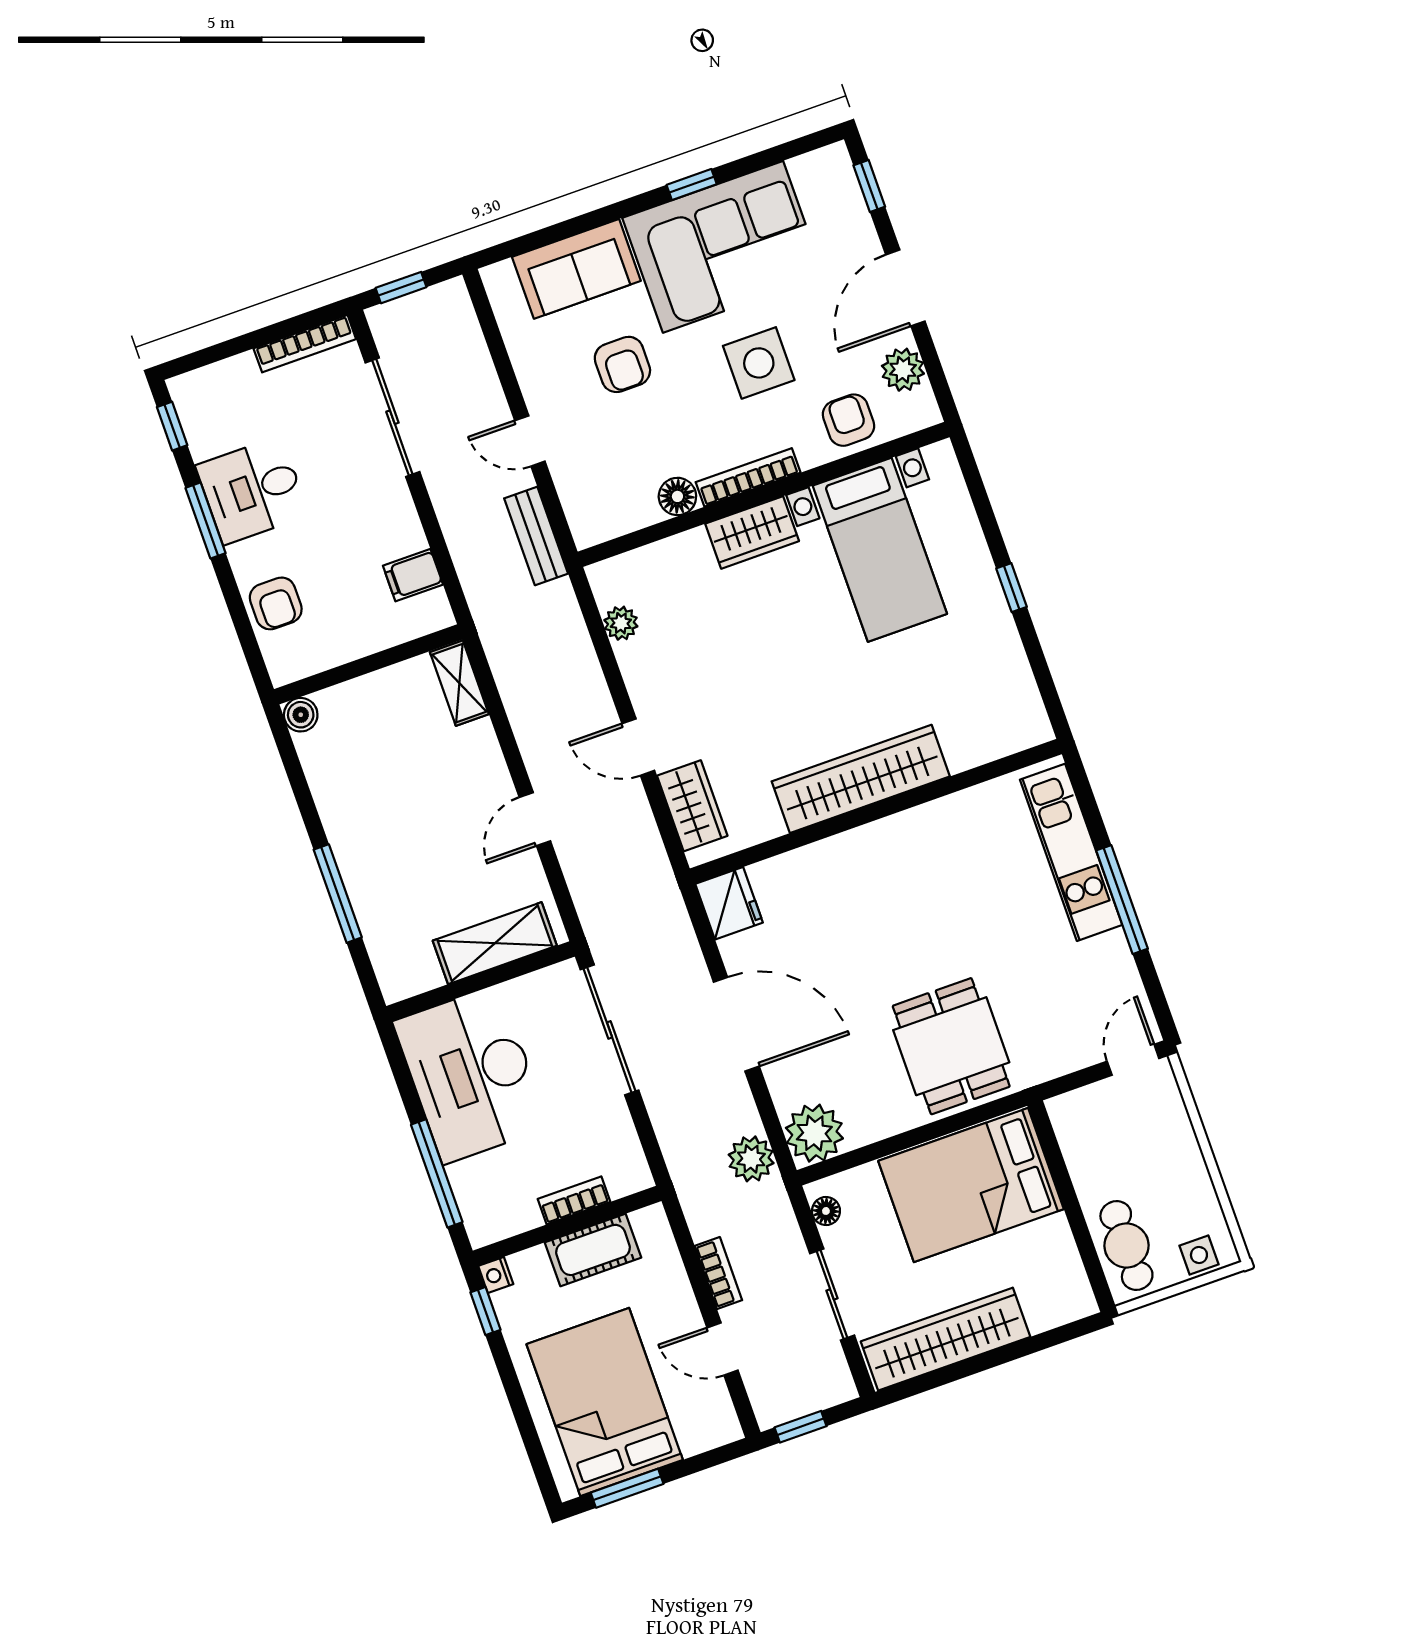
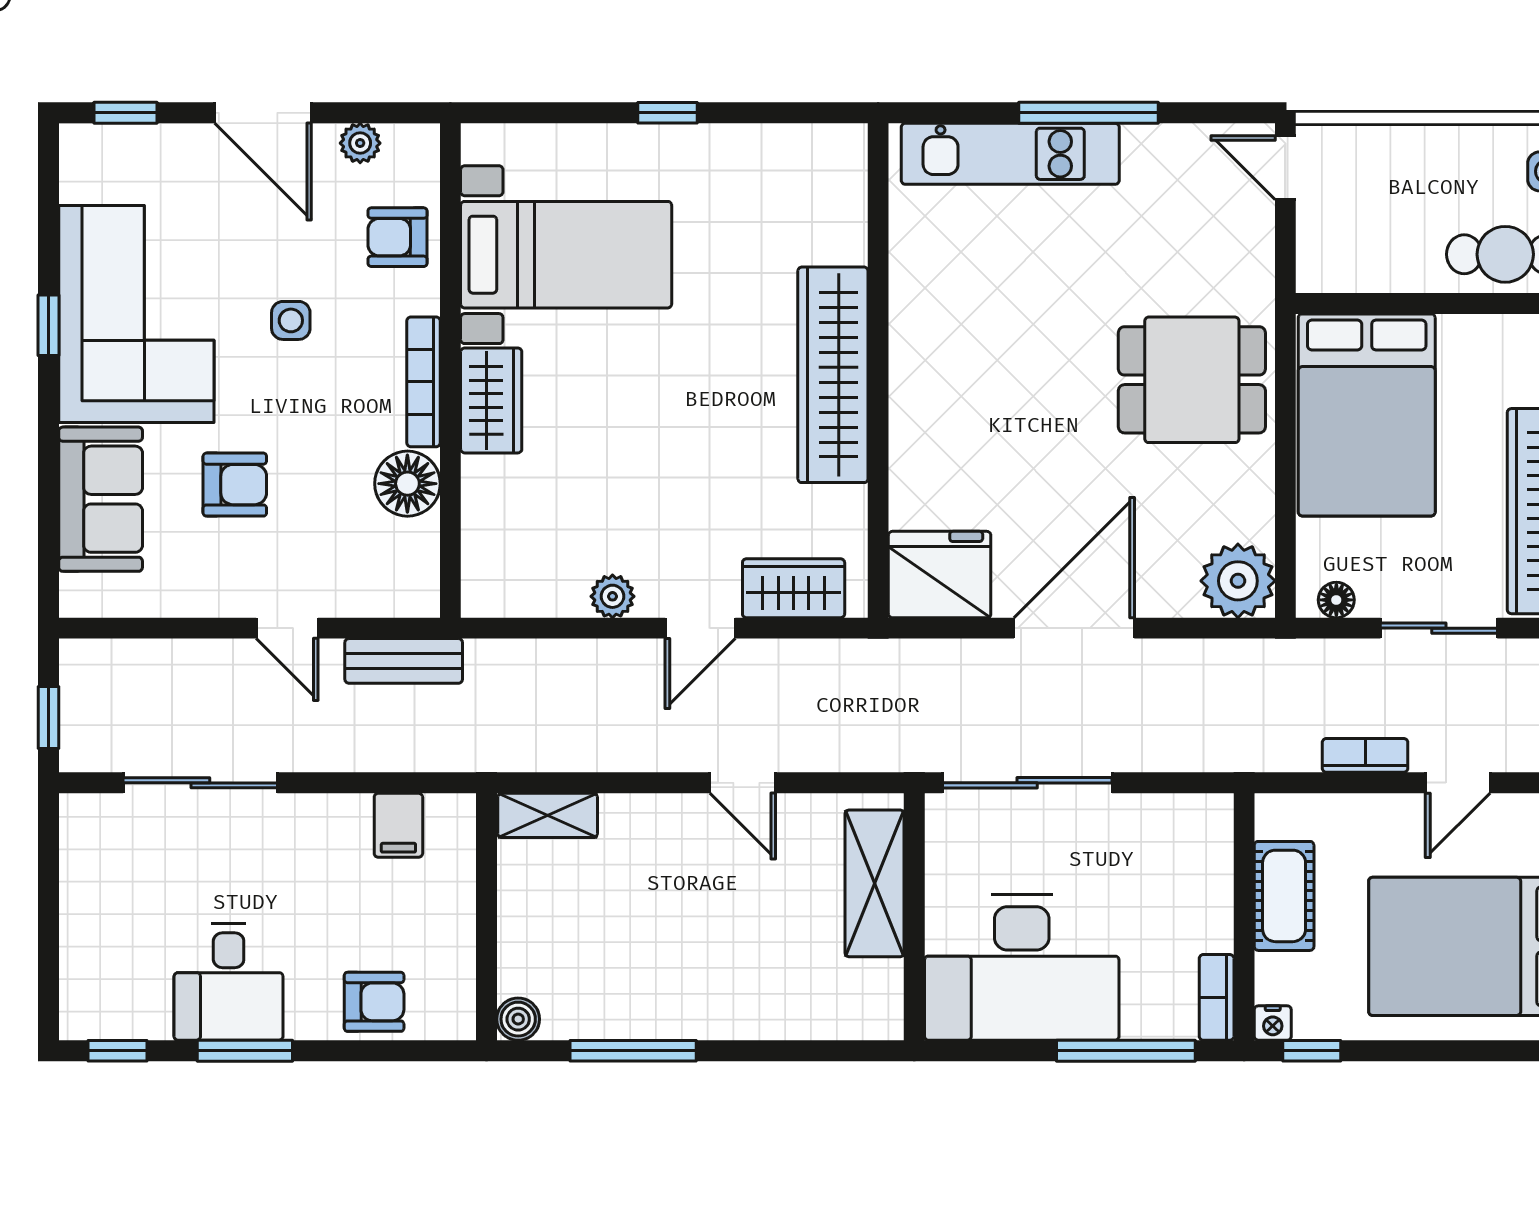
bookcase: (305, 344) -> (75, 857), removed
side table: (759, 363) -> (291, 320), width x0.54, depth x0.54
plant: (903, 370) -> (360, 143), width x0.73, depth x0.73
door: (530, 441) -> (287, 628), hinge flipped
floor lamp: (677, 496) -> (407, 484), width x1.38, depth x1.38
plant: (621, 623) -> (612, 596), moved
window: (338, 894) -> (633, 1051), moved
fridge: (729, 903) -> (940, 575), width x1.36, depth x1.34
plant: (751, 1159) -> (1242, 668), removed
bookcase: (574, 1200) -> (1217, 997), moved

